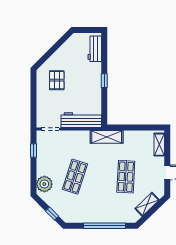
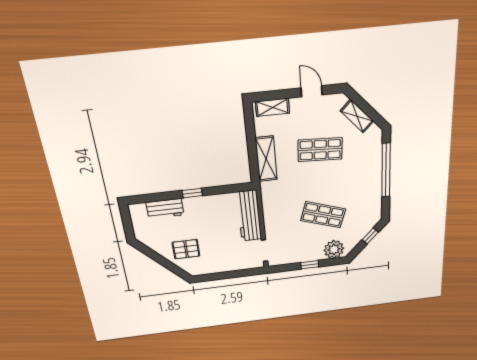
workbench: (95, 49) -> (165, 209), moved
pallet: (57, 80) -> (186, 249), moved
shelving: (107, 137) -> (266, 159), moved
window: (33, 150) -> (310, 265), moved

